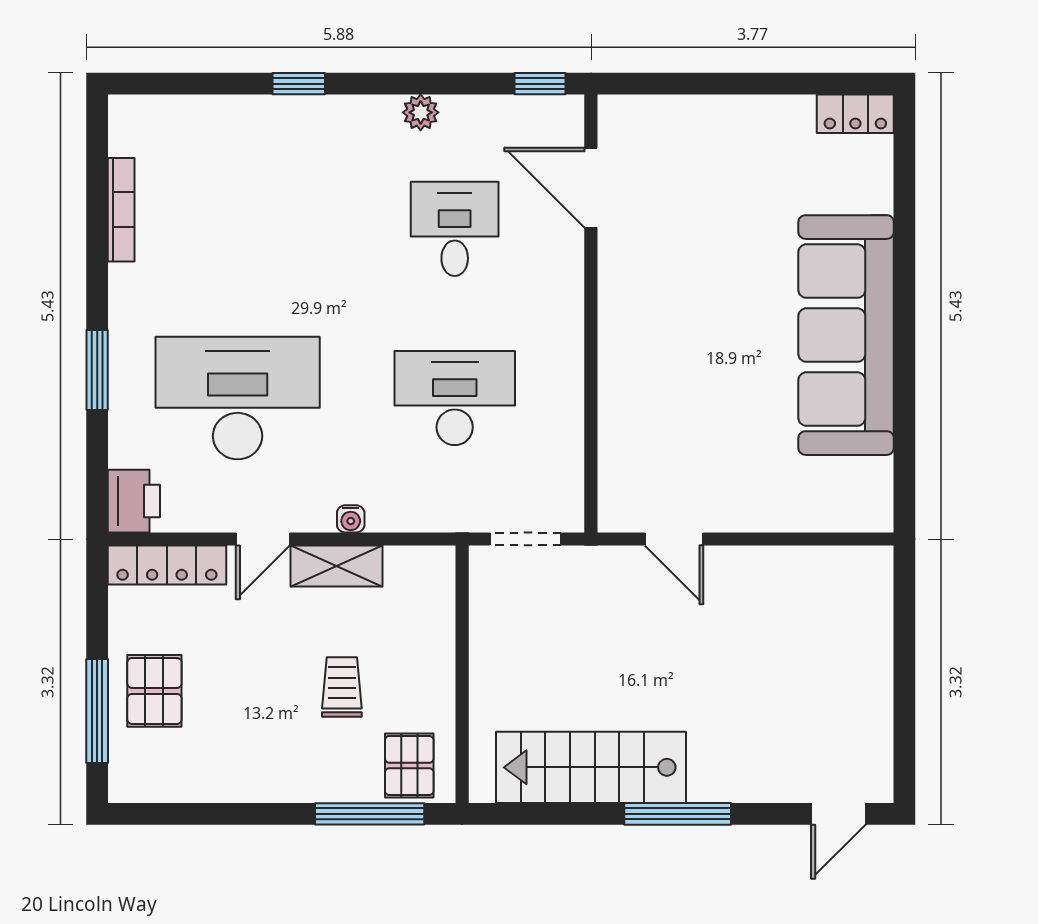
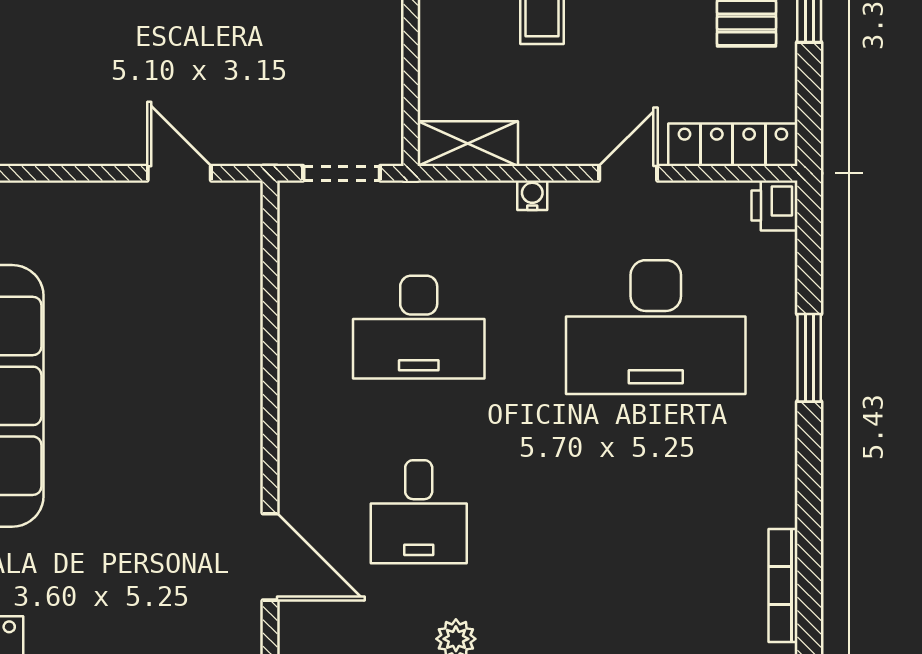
bookcase: (121, 210) -> (783, 585), moved
printer: (134, 501) -> (775, 205), width x0.73, depth x0.81
shelving: (337, 566) -> (468, 144), moved

